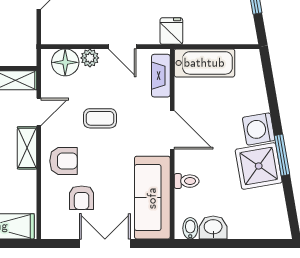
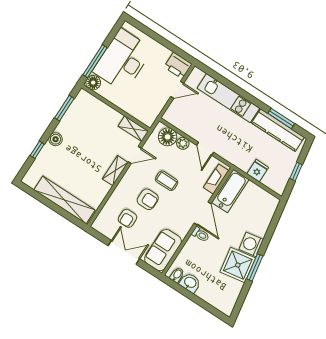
fridge: (171, 31) -> (258, 171), moved
bathtub: (204, 63) -> (230, 191), moved, turned -90
armchair: (63, 161) -> (148, 199), moved
toilet: (187, 181) -> (200, 234), moved
sofa: (152, 198) -> (163, 250), width x0.73

